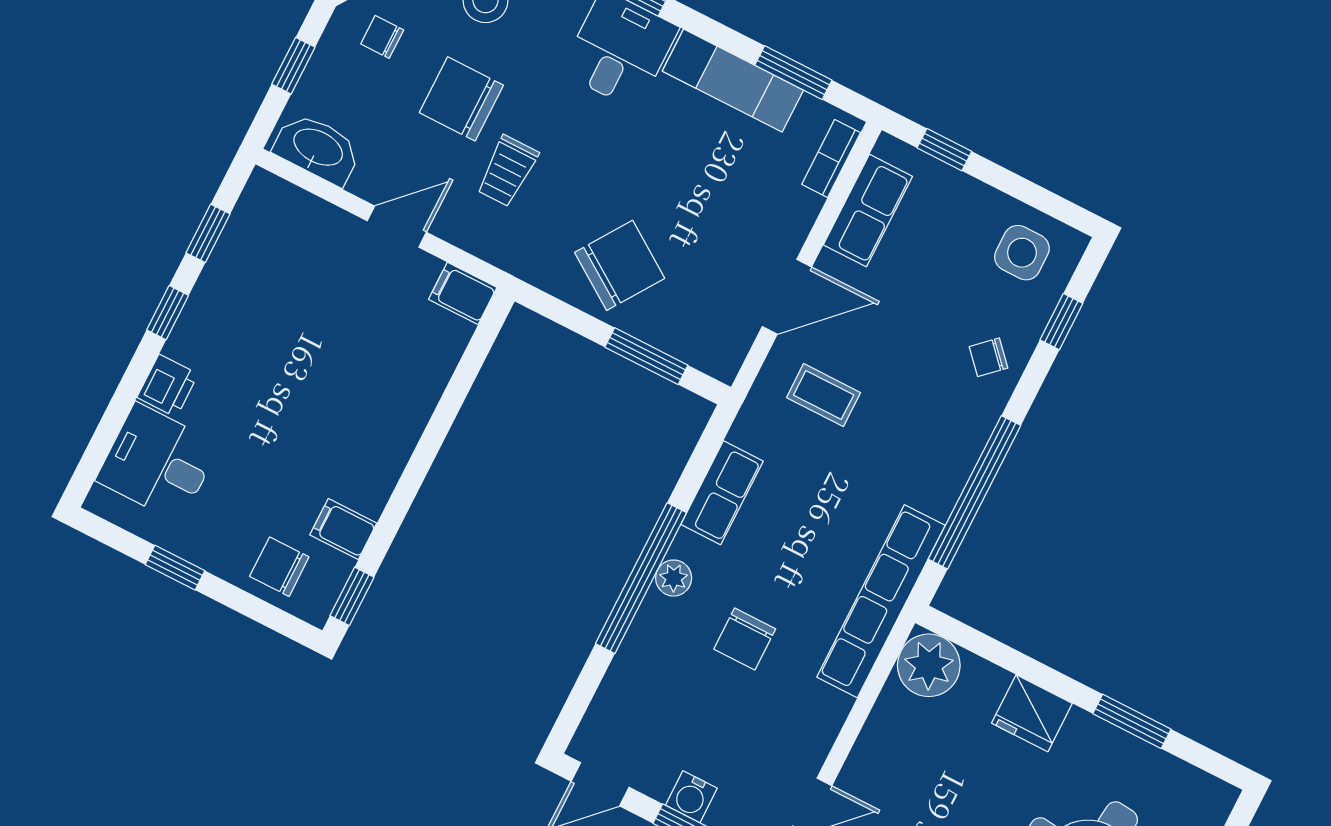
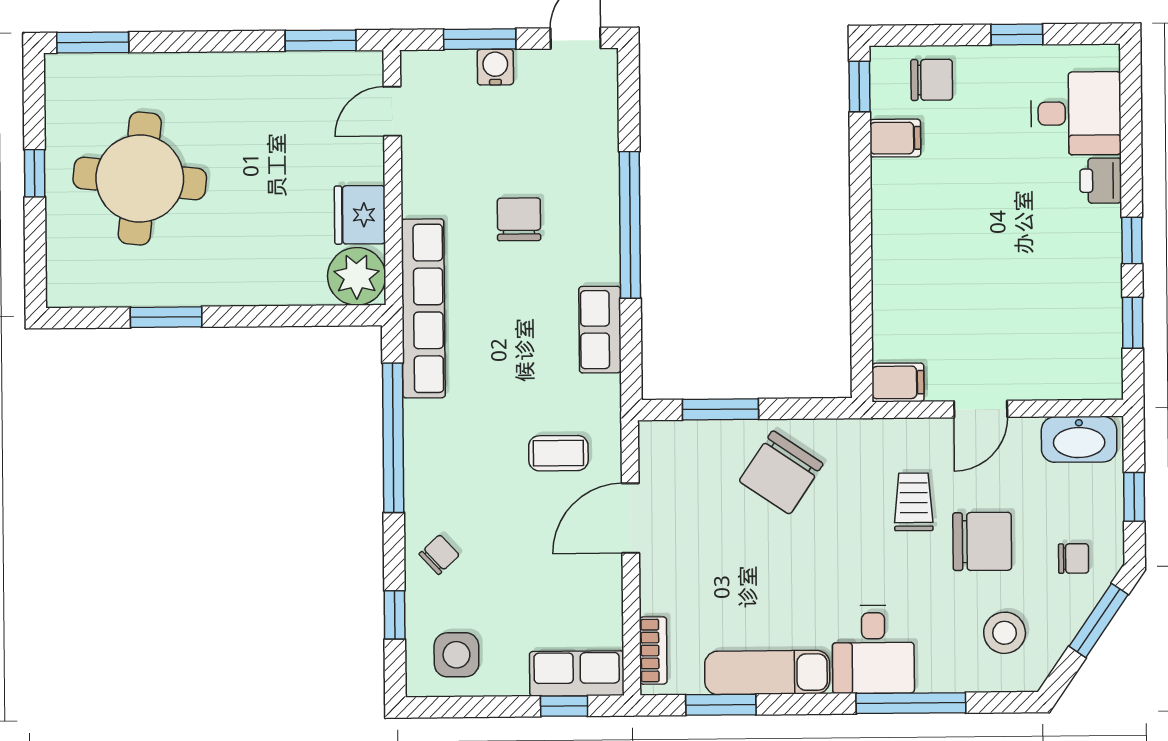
row of seats: (868, 211) -> (577, 673), moved, turned 90
plant: (674, 578) -> (603, 239), removed
fridge: (1032, 713) -> (360, 215), moved, turned -90

